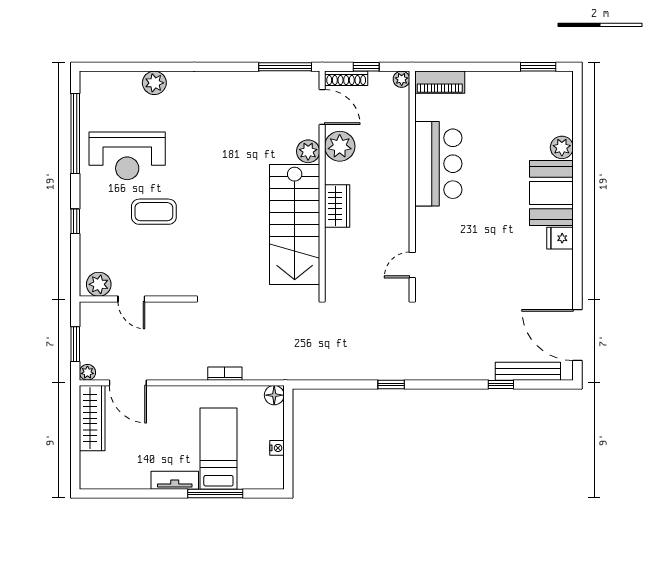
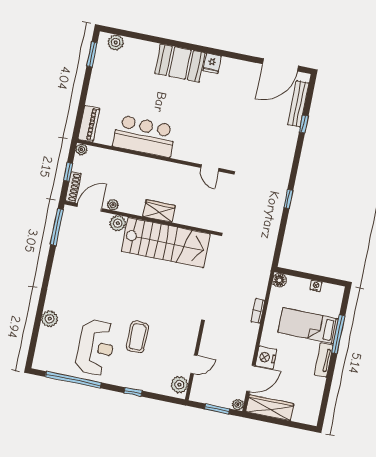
plant: (340, 146) -> (113, 205), width x0.53, depth x0.53
plant: (562, 147) -> (116, 42), moved
nightstand: (162, 398) -> (266, 357), added

